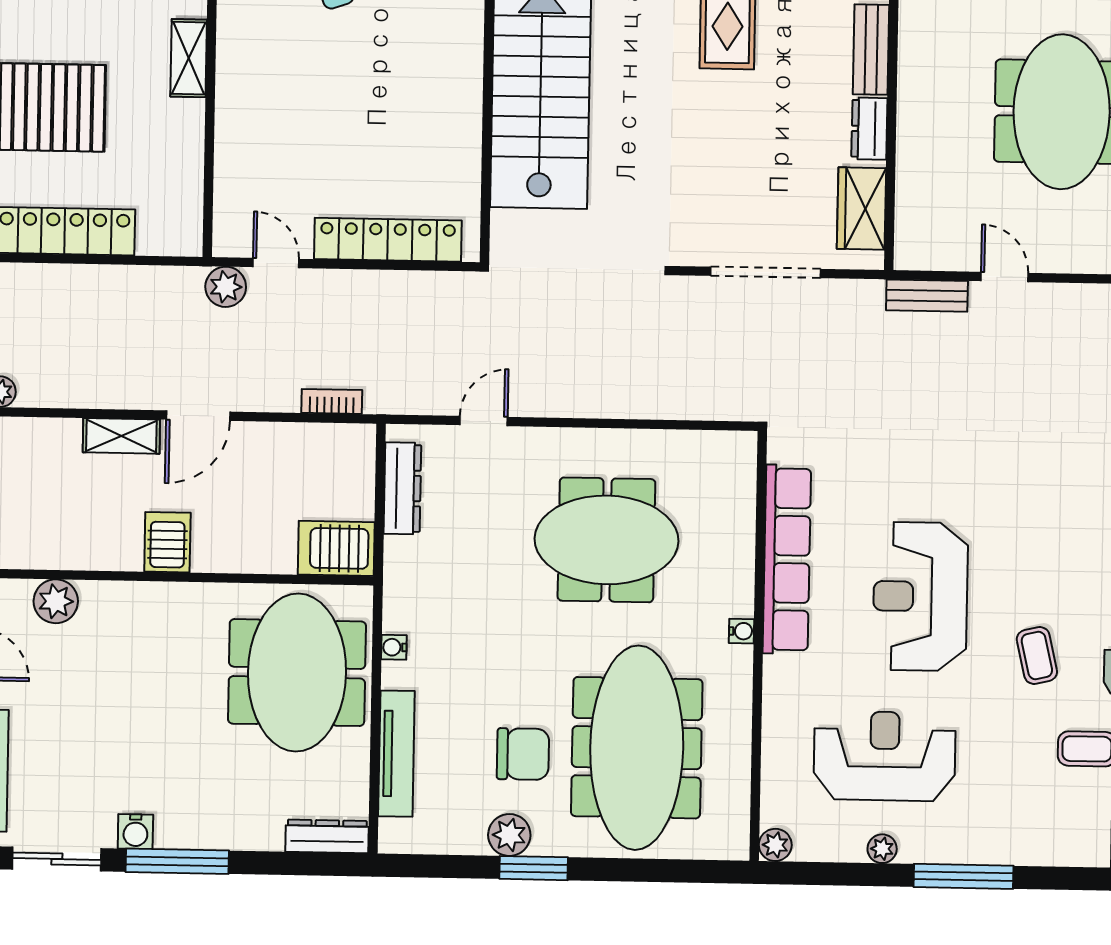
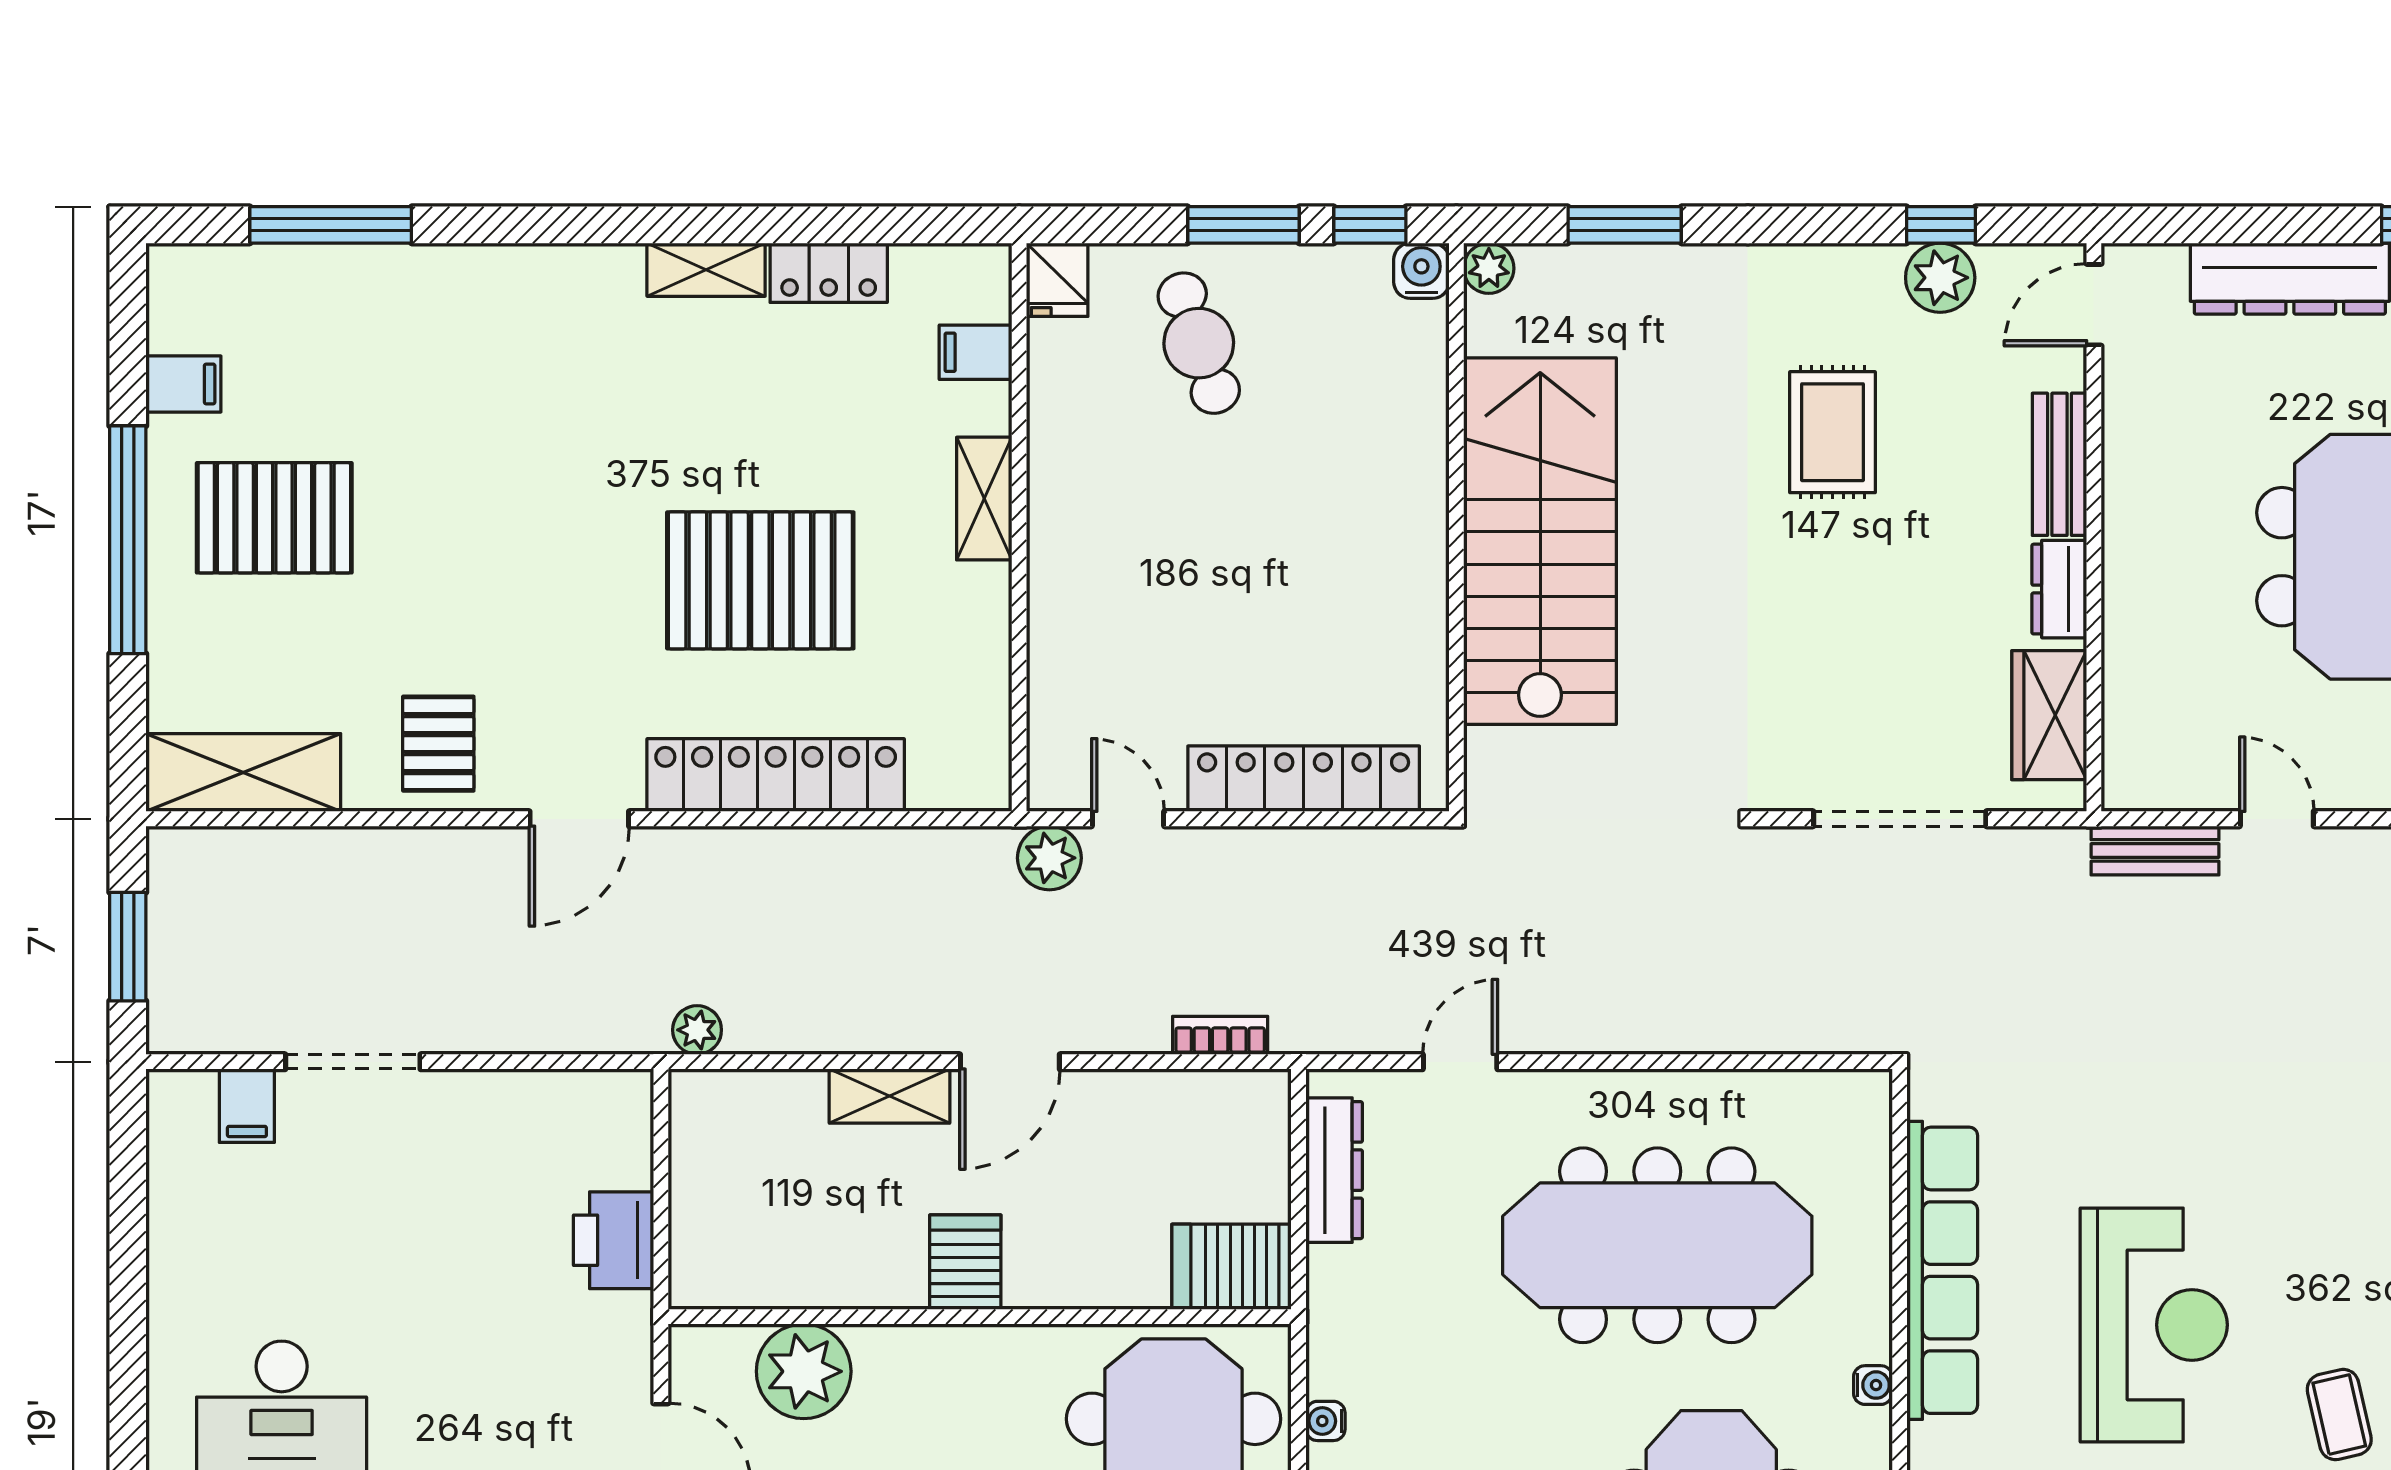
meeting table: (606, 540) -> (1657, 1245), width x1.36
reception desk: (920, 596) -> (2154, 1325), turned 180
plant: (56, 601) -> (804, 1371), width x1.36, depth x1.36

